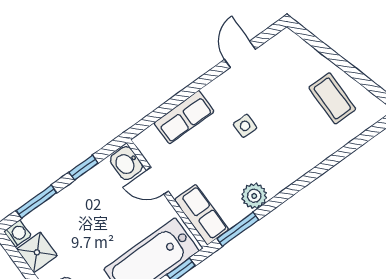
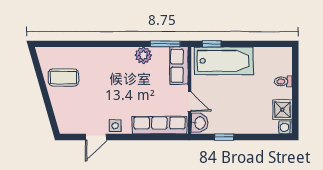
coffee table: (332, 98) -> (63, 77), turned 90
row of seats: (184, 117) -> (159, 125), width x1.48
side table: (245, 126) -> (115, 126), moved
window: (37, 202) -> (263, 137), removed

